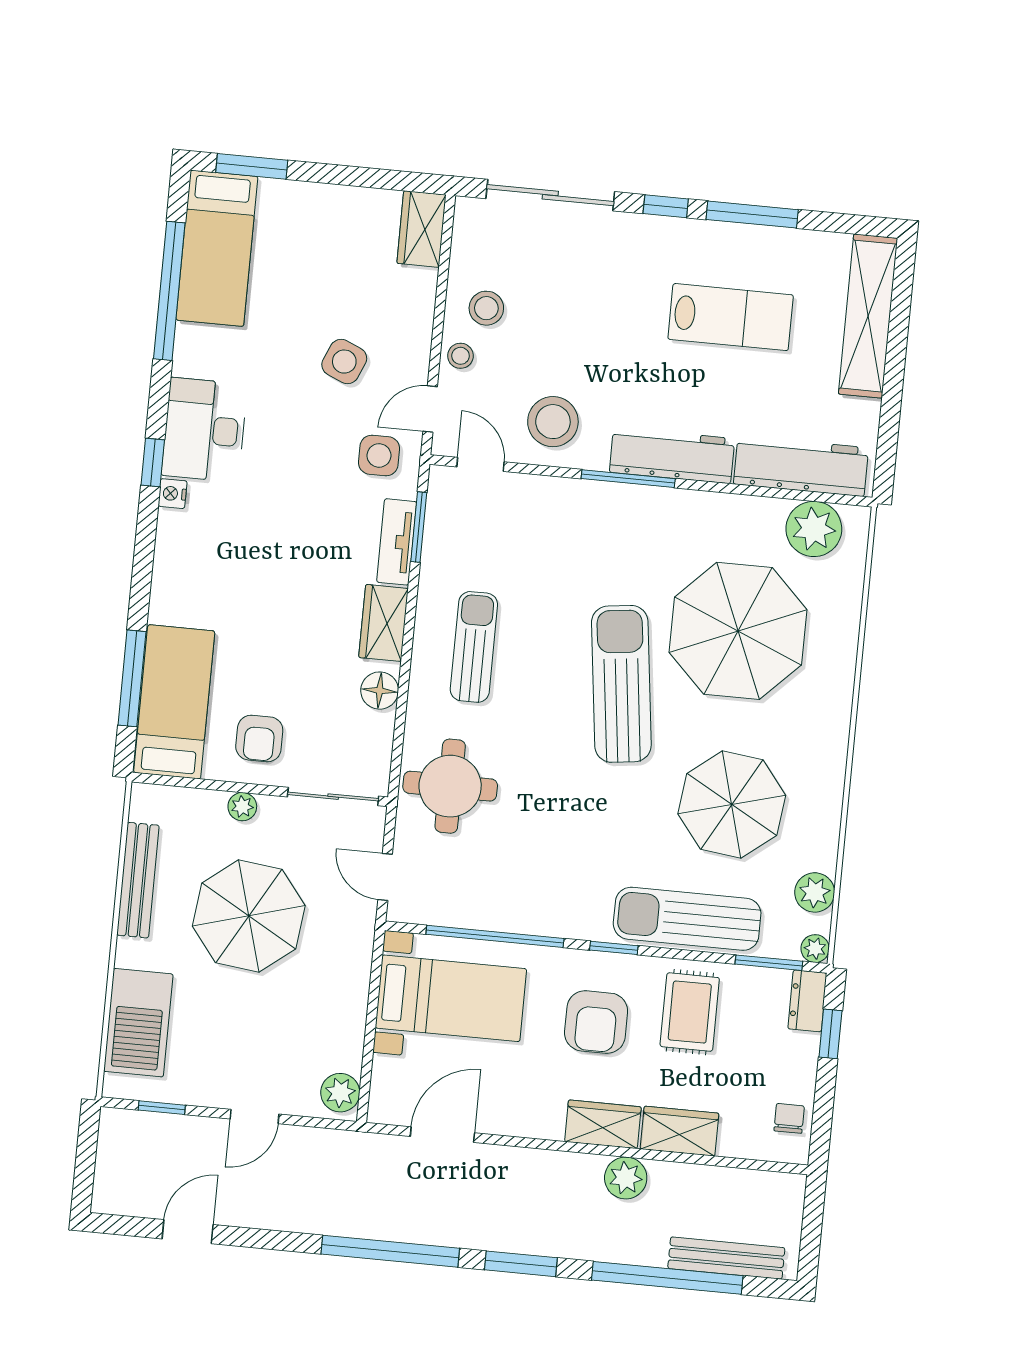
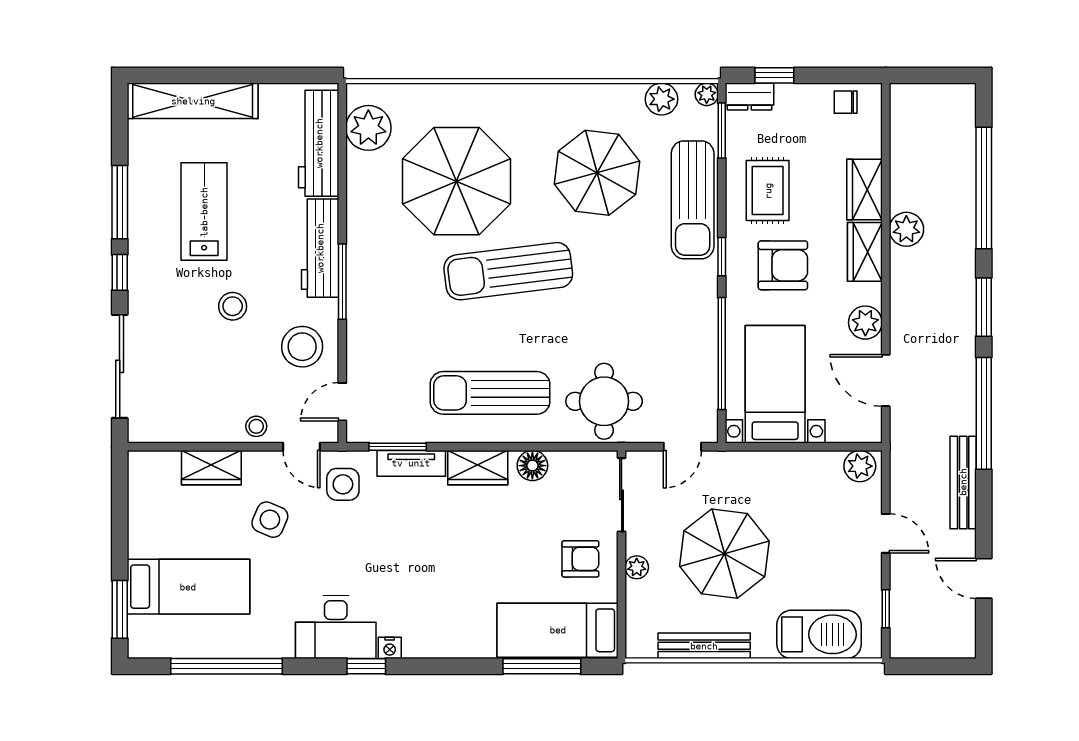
wardrobe: (422, 229) -> (211, 468), moved
bed: (217, 248) -> (188, 587), moved
stool: (486, 308) -> (233, 306), moved
sun lounger: (474, 647) -> (490, 393), width x1.36, depth x1.34
rug: (690, 1012) -> (768, 191), turned 90
plant: (516, 1116) -> (865, 323), added
bench: (726, 1258) -> (963, 482), moved

